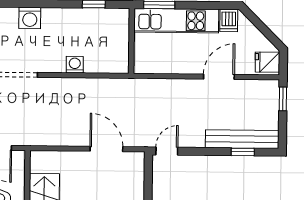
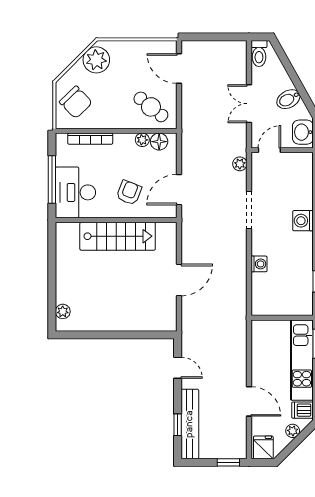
plant: (251, 31) -> (293, 431), added
door: (106, 149) -> (179, 280), moved
door: (167, 151) -> (178, 368), moved

